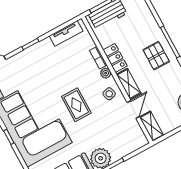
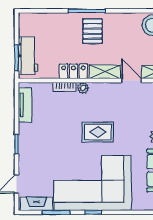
pallet: (156, 56) -> (93, 31), turned 90
side table: (109, 94) -> (104, 95), removed

